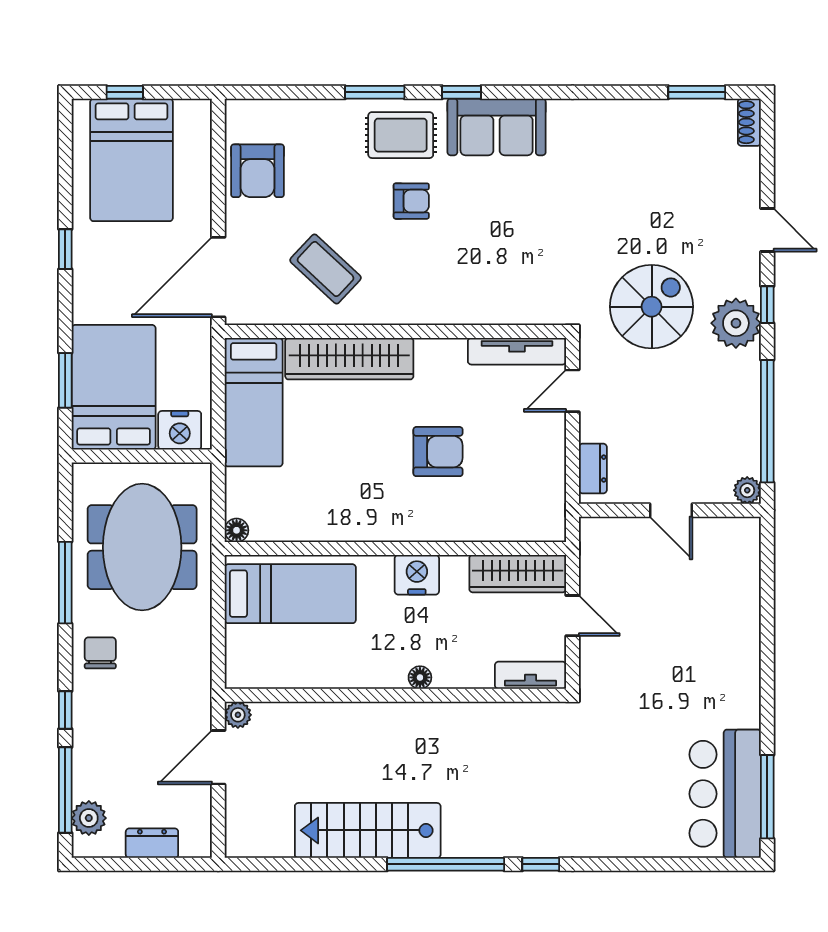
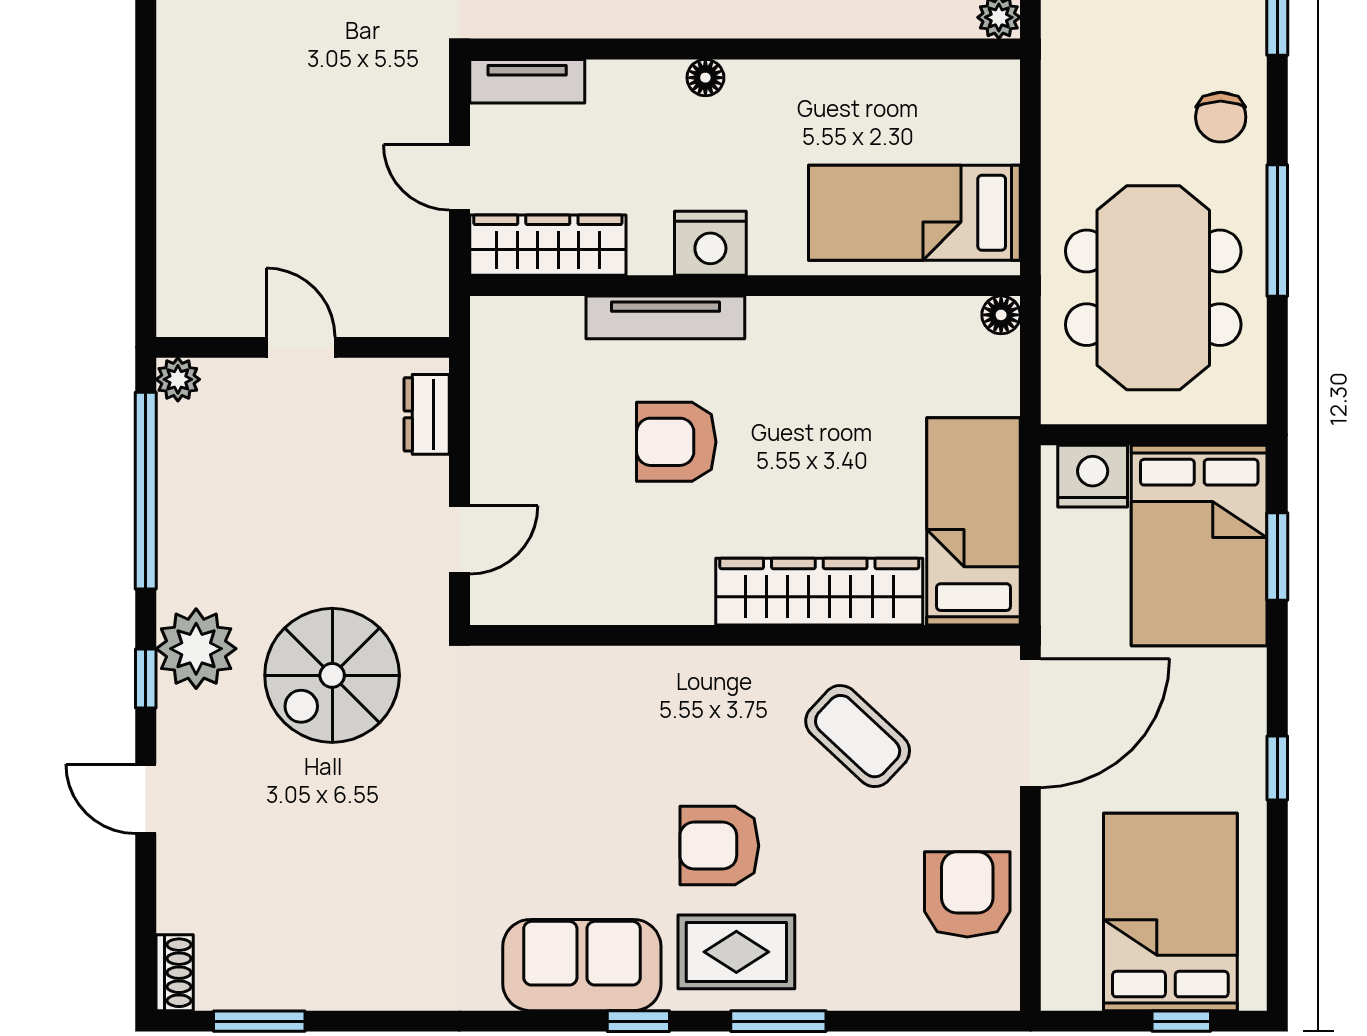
armchair: (411, 201) -> (719, 846), width x1.38, depth x1.38
tv unit: (517, 351) -> (665, 317), moved, turned 180

